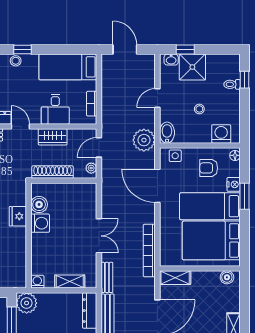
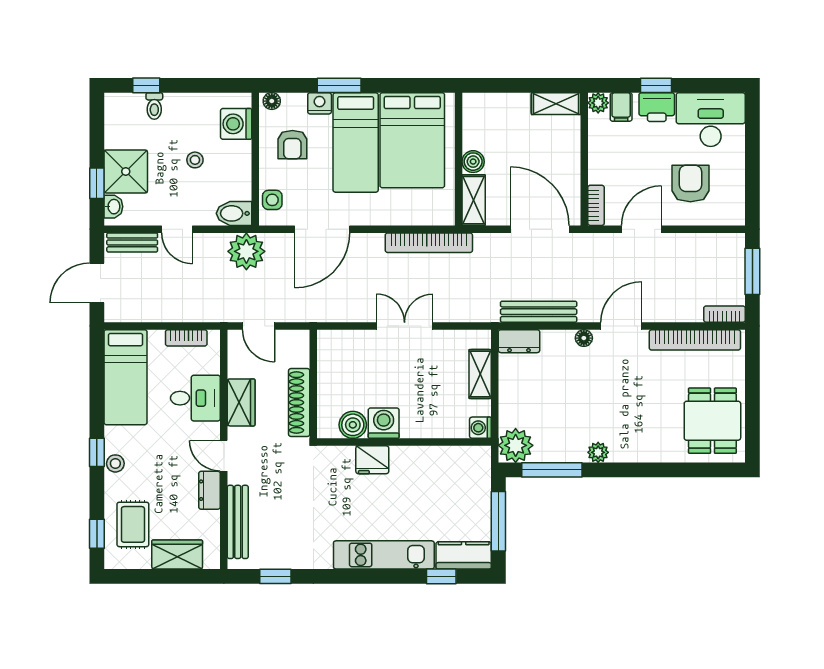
door: (20, 126) -> (224, 456), hinge flipped
plant: (91, 168) -> (293, 339), removed
bench: (107, 277) -> (132, 242), moved
boiler: (227, 277) -> (473, 162), moved
dresser: (90, 311) -> (519, 341), width x0.70

